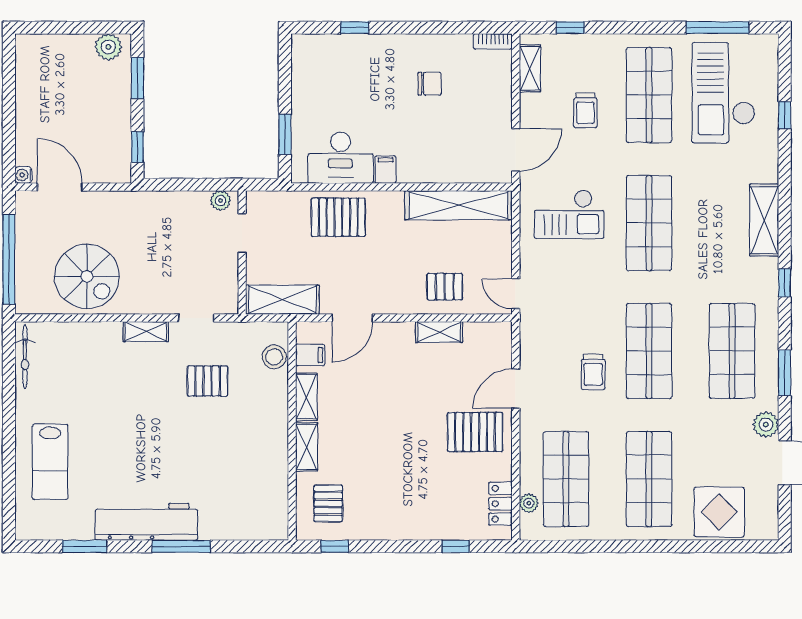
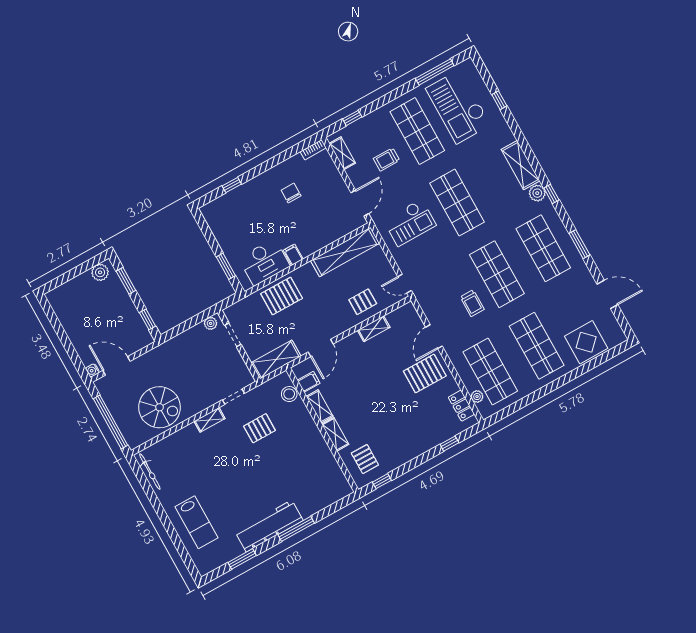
chair: (430, 84) -> (291, 193), turned -90
trolley: (585, 110) -> (386, 159), turned 90
plant: (766, 425) -> (537, 193), moved

